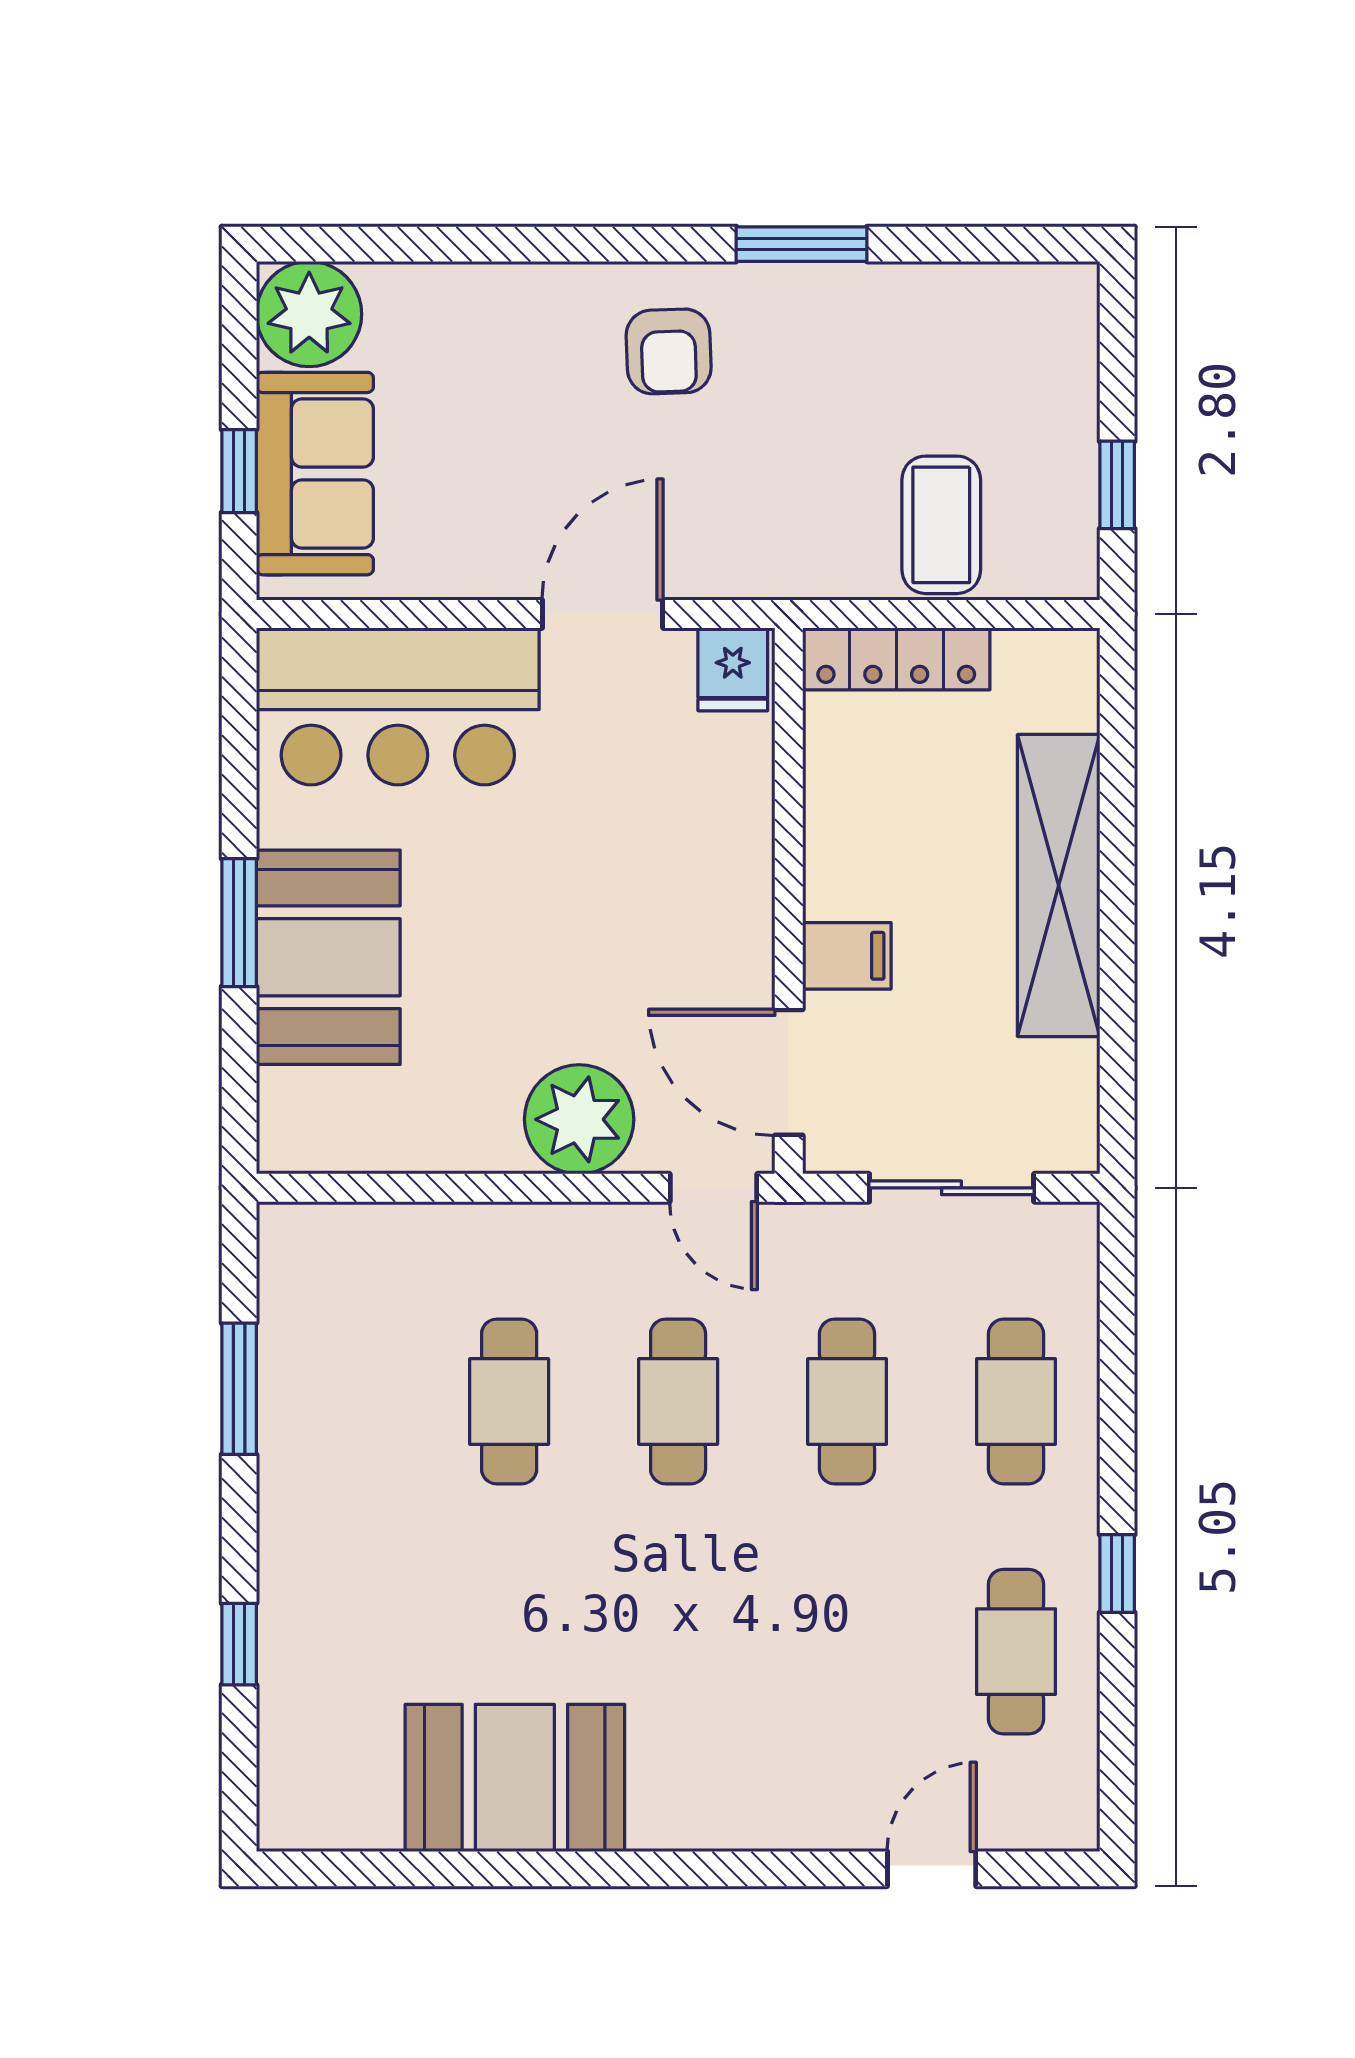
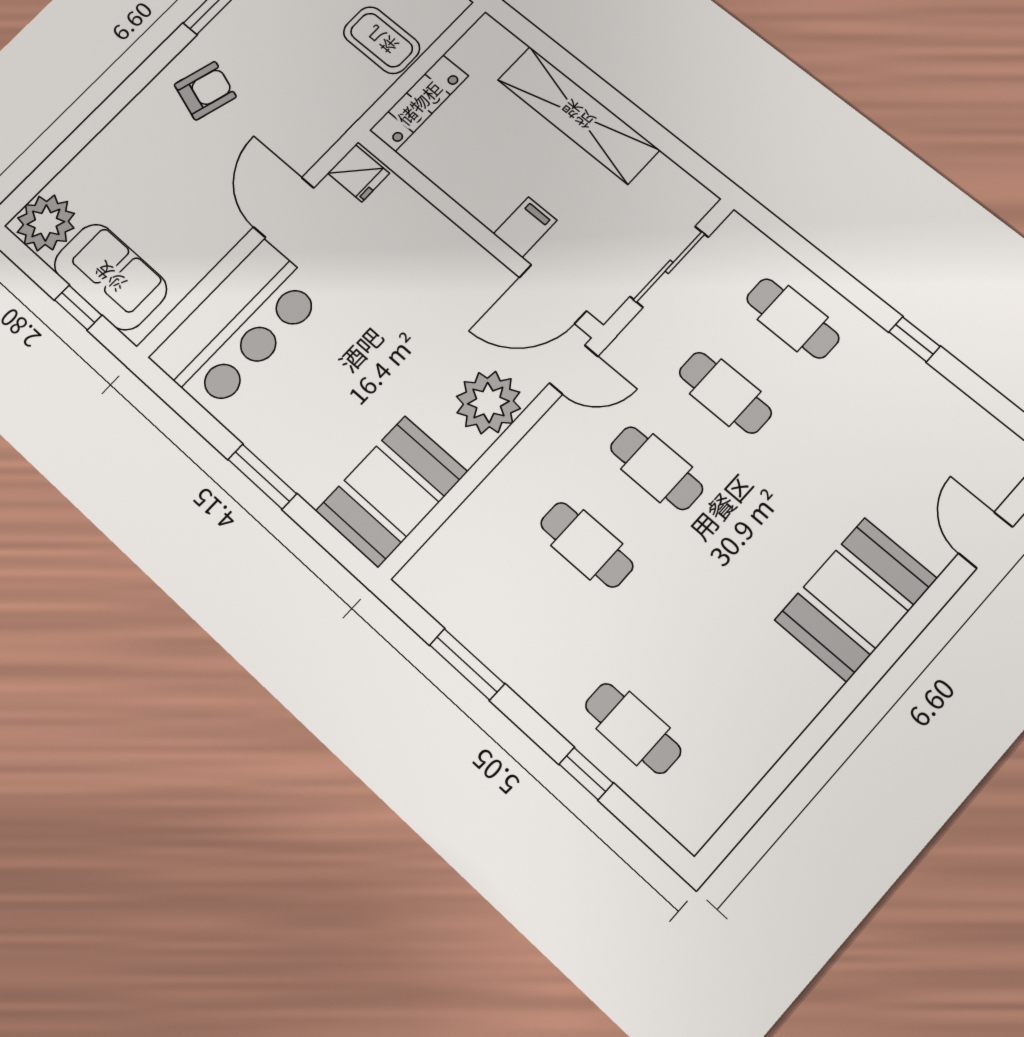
armchair: (669, 351) -> (205, 91), turned -71
booth: (328, 957) -> (392, 491), moved, turned 90
cafe table: (1016, 1652) -> (633, 728), moved
booth: (515, 1778) -> (856, 599), moved

